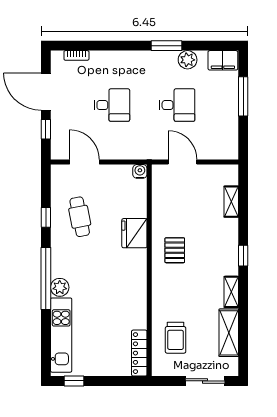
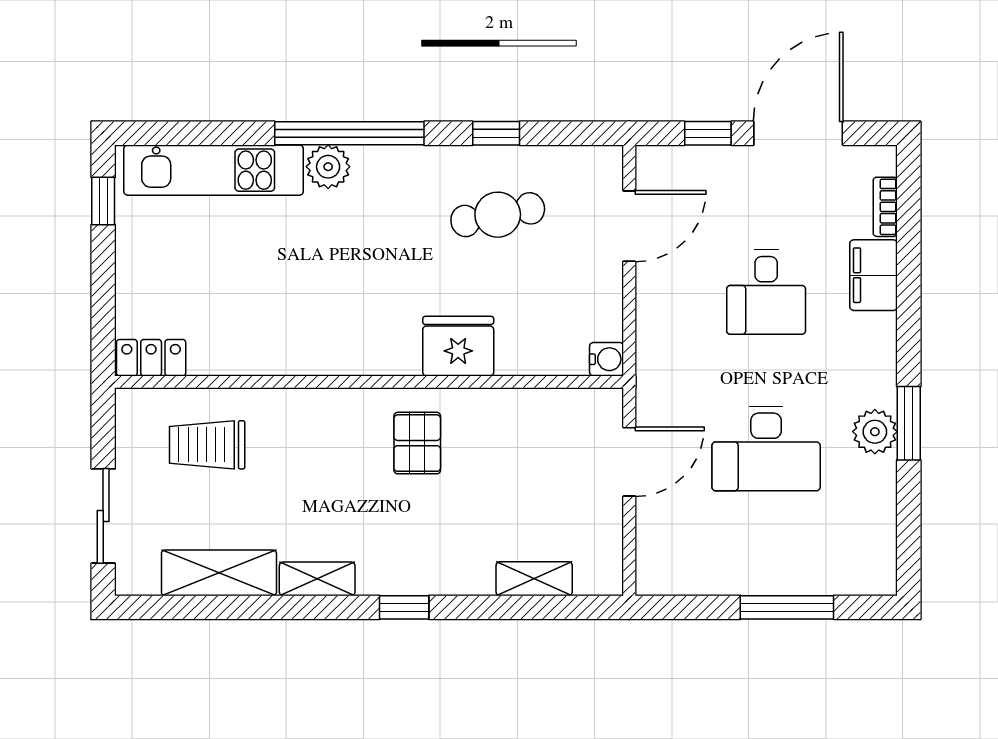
plant: (188, 60) -> (875, 432), moved
filing cabinet: (223, 60) -> (874, 275), moved
desk: (177, 105) -> (766, 449), width x1.37
pallet: (175, 250) -> (417, 443), turned 90
locker: (139, 353) -> (151, 358), width x0.66

